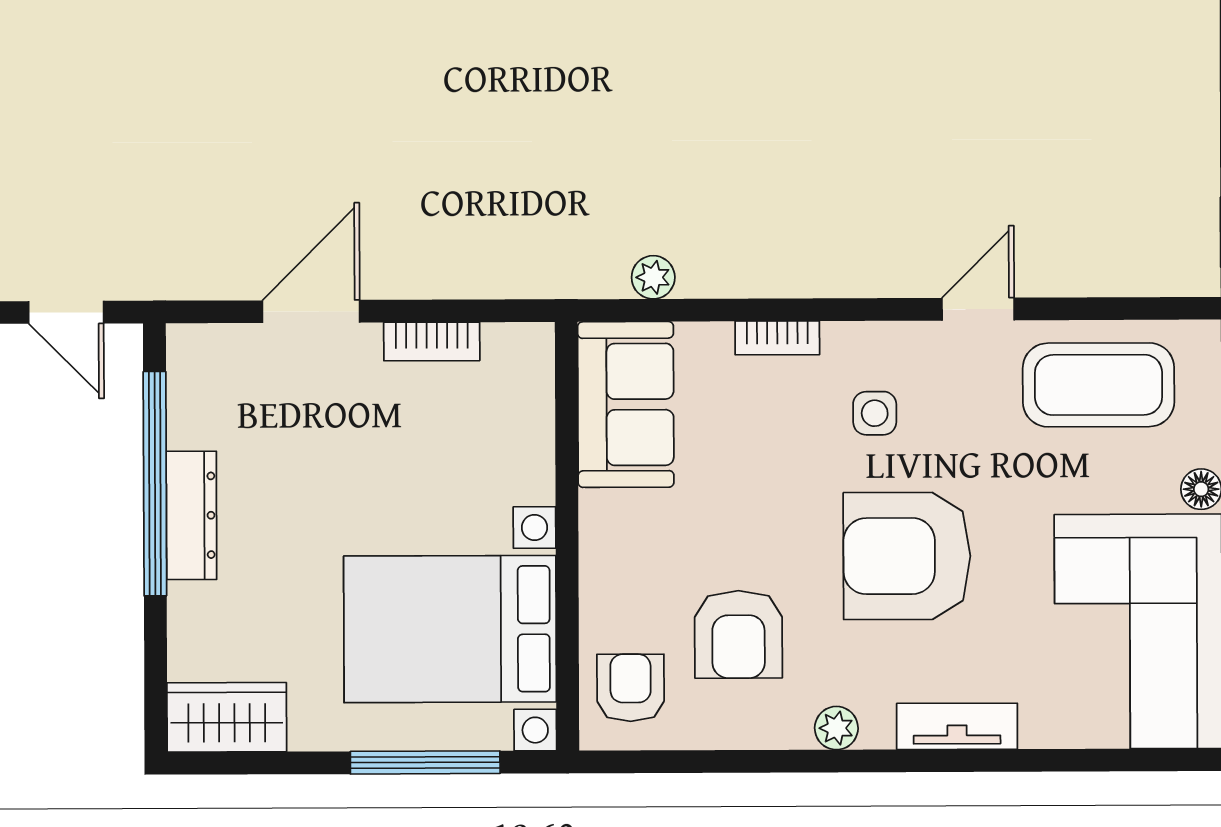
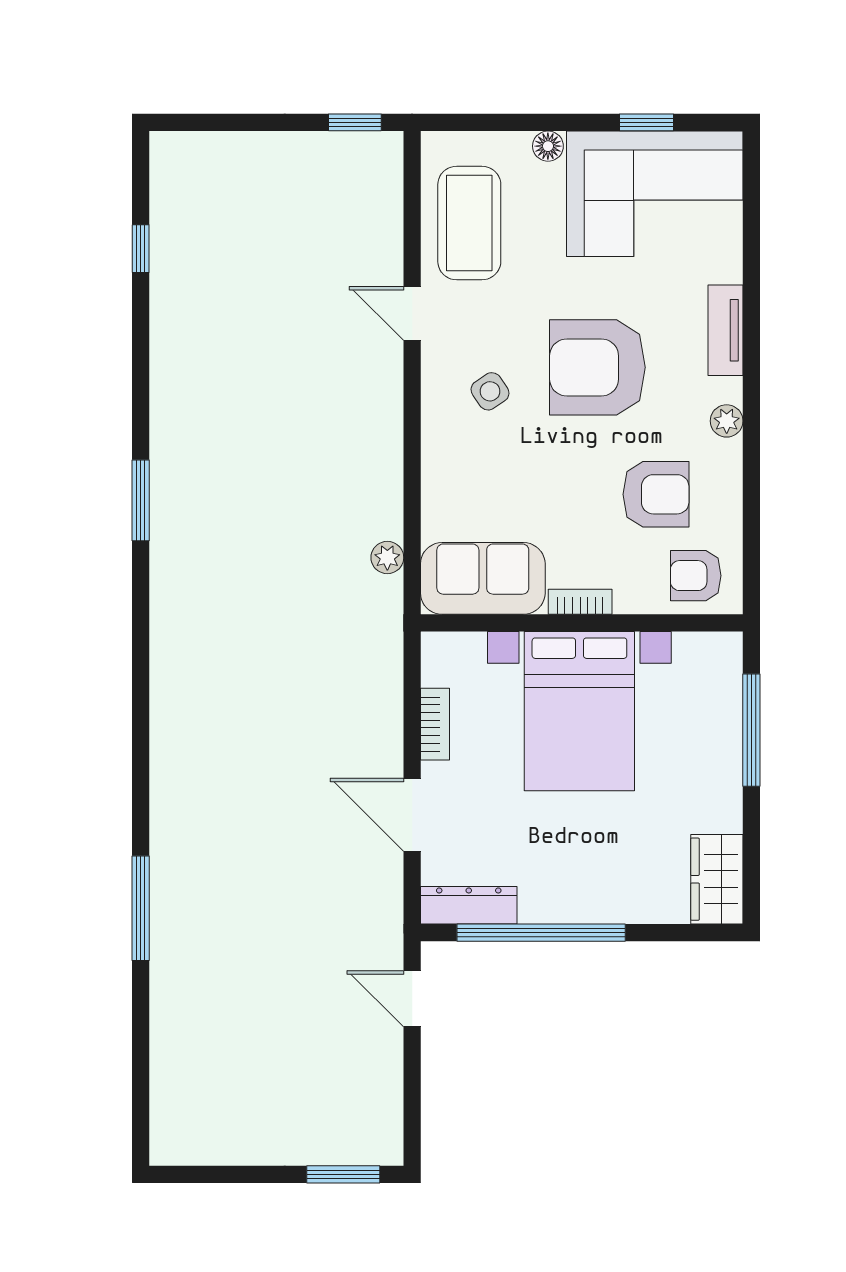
door: (66, 312) -> (412, 999), swing flipped
bookcase: (777, 338) -> (580, 602), moved, turned -90
side table: (875, 413) -> (490, 391), turned -34
dresser: (191, 515) -> (469, 905), moved
armchair: (907, 556) -> (597, 367), turned 90
bed with nightstands: (450, 629) -> (579, 711), moved

